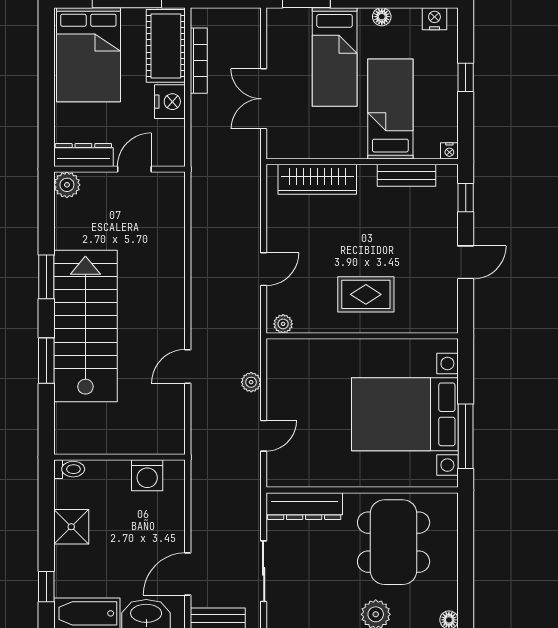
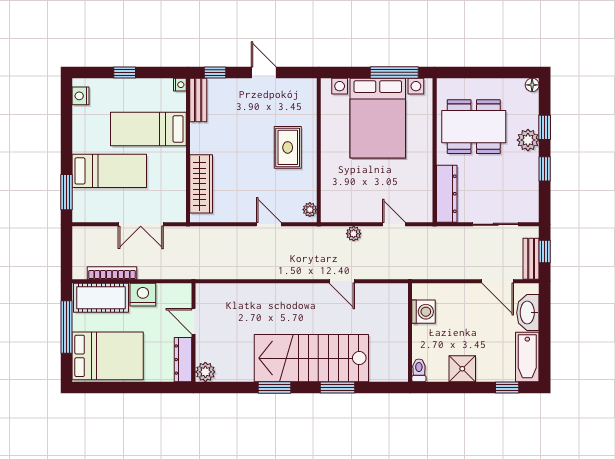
floor lamp: (382, 17) -> (79, 135), removed
bench: (406, 175) -> (198, 100), moved

